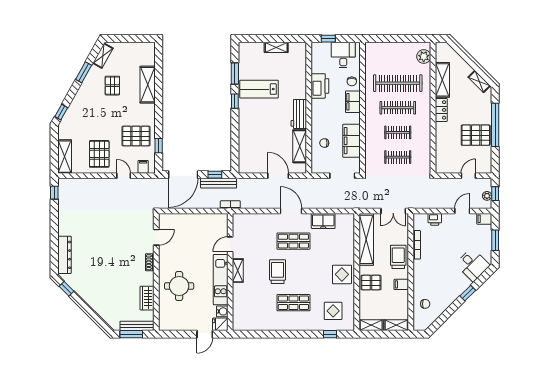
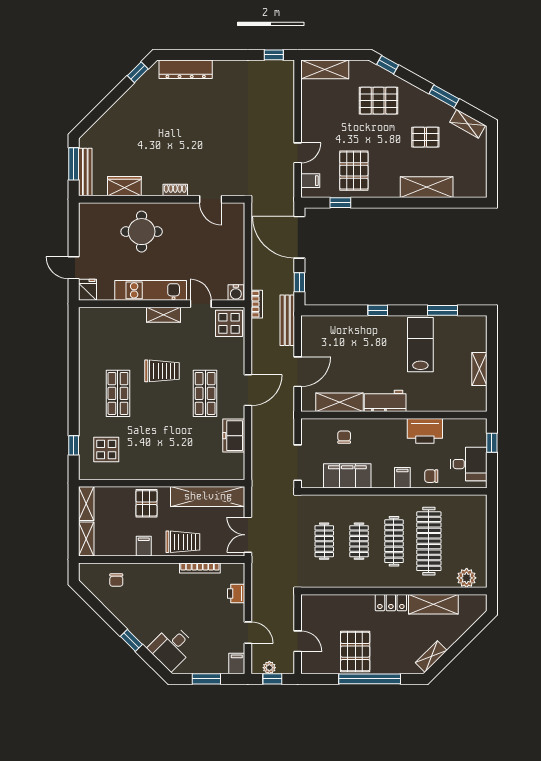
window: (235, 101) -> (378, 310), moved
filing cabinet: (353, 102) -> (402, 478), width x0.50
pallet: (99, 154) -> (379, 101), moved
bench: (219, 183) -> (287, 320), moved
display table: (342, 274) -> (229, 323), moved
water cooler: (222, 311) -> (236, 293), moved

